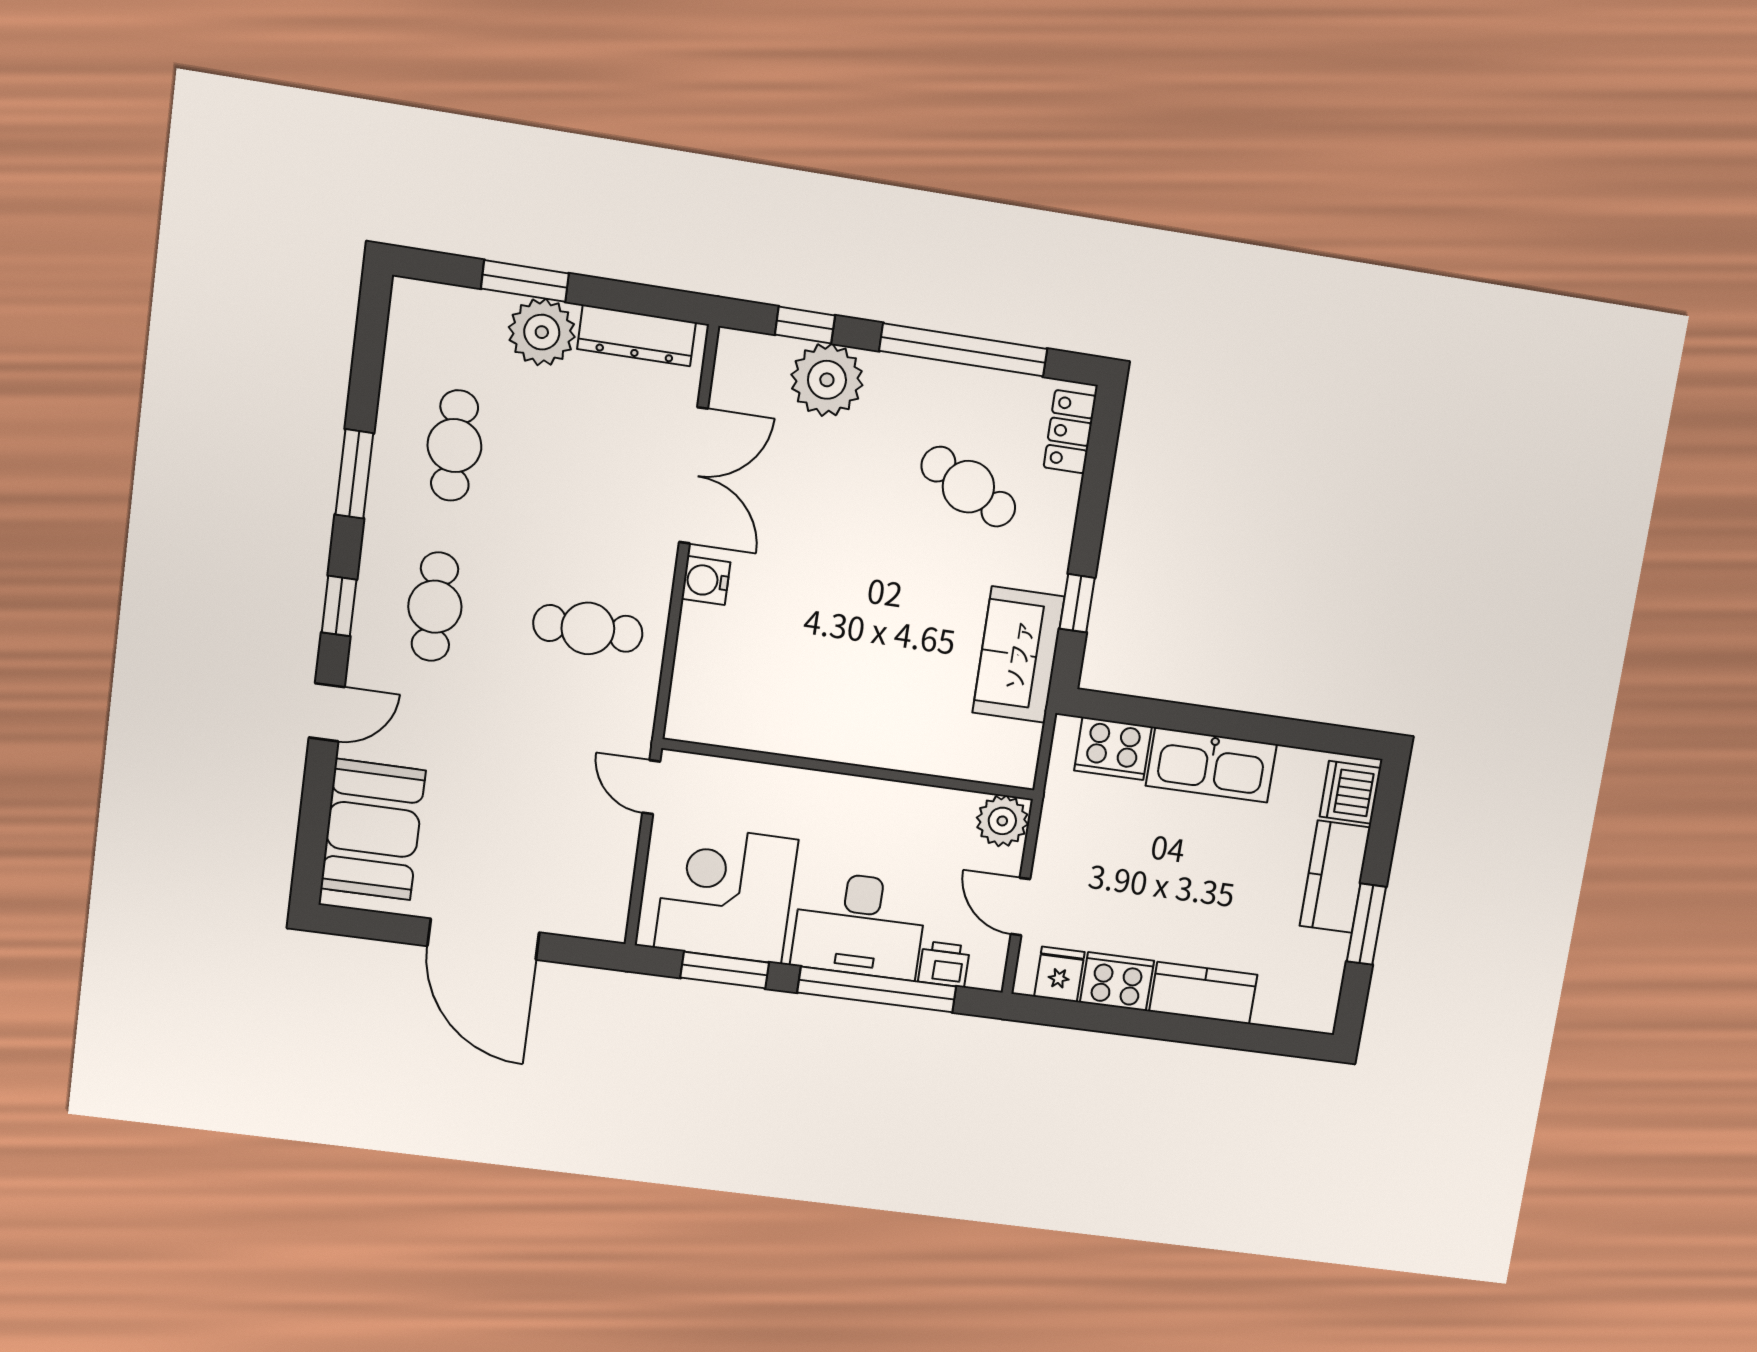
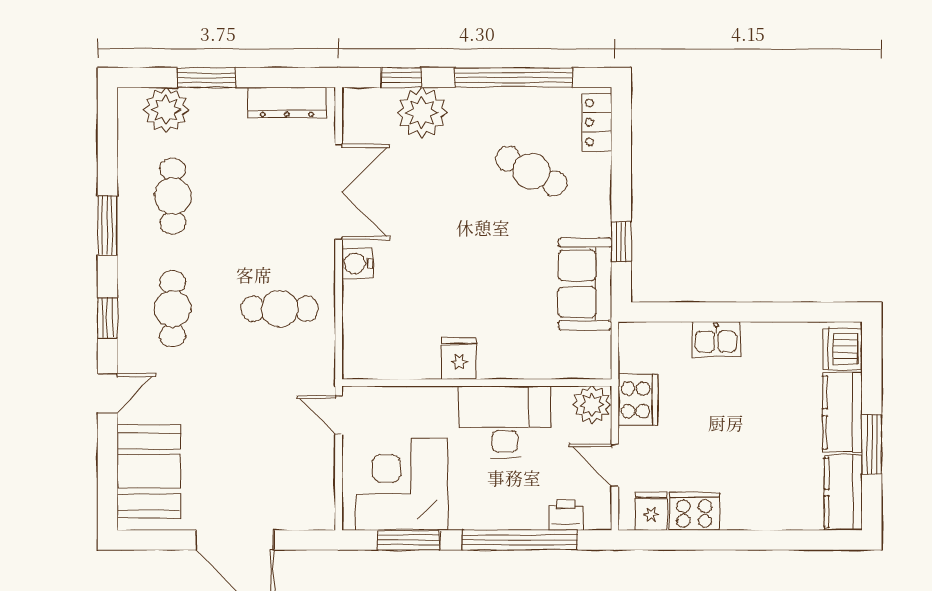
plant: (542, 332) -> (166, 110), moved
fridge: (830, 733) -> (459, 358), added
cooker: (1113, 749) -> (638, 400), moved, turned -90
kitchen sink: (1211, 765) -> (716, 339), width x0.53, depth x0.81
desk: (859, 925) -> (505, 422), moved, turned 180
kitchen counter: (1203, 993) -> (843, 493), moved, turned -90

